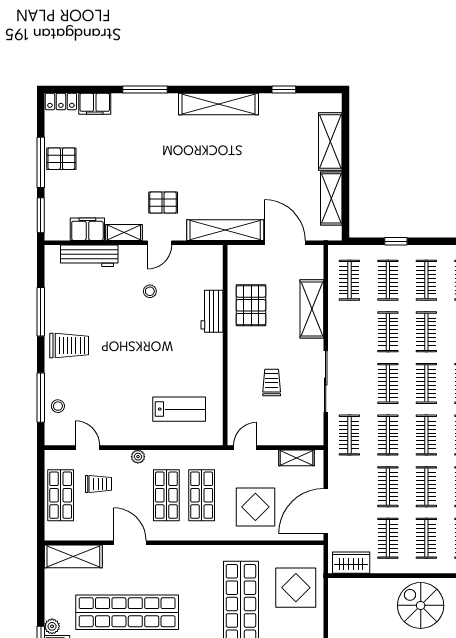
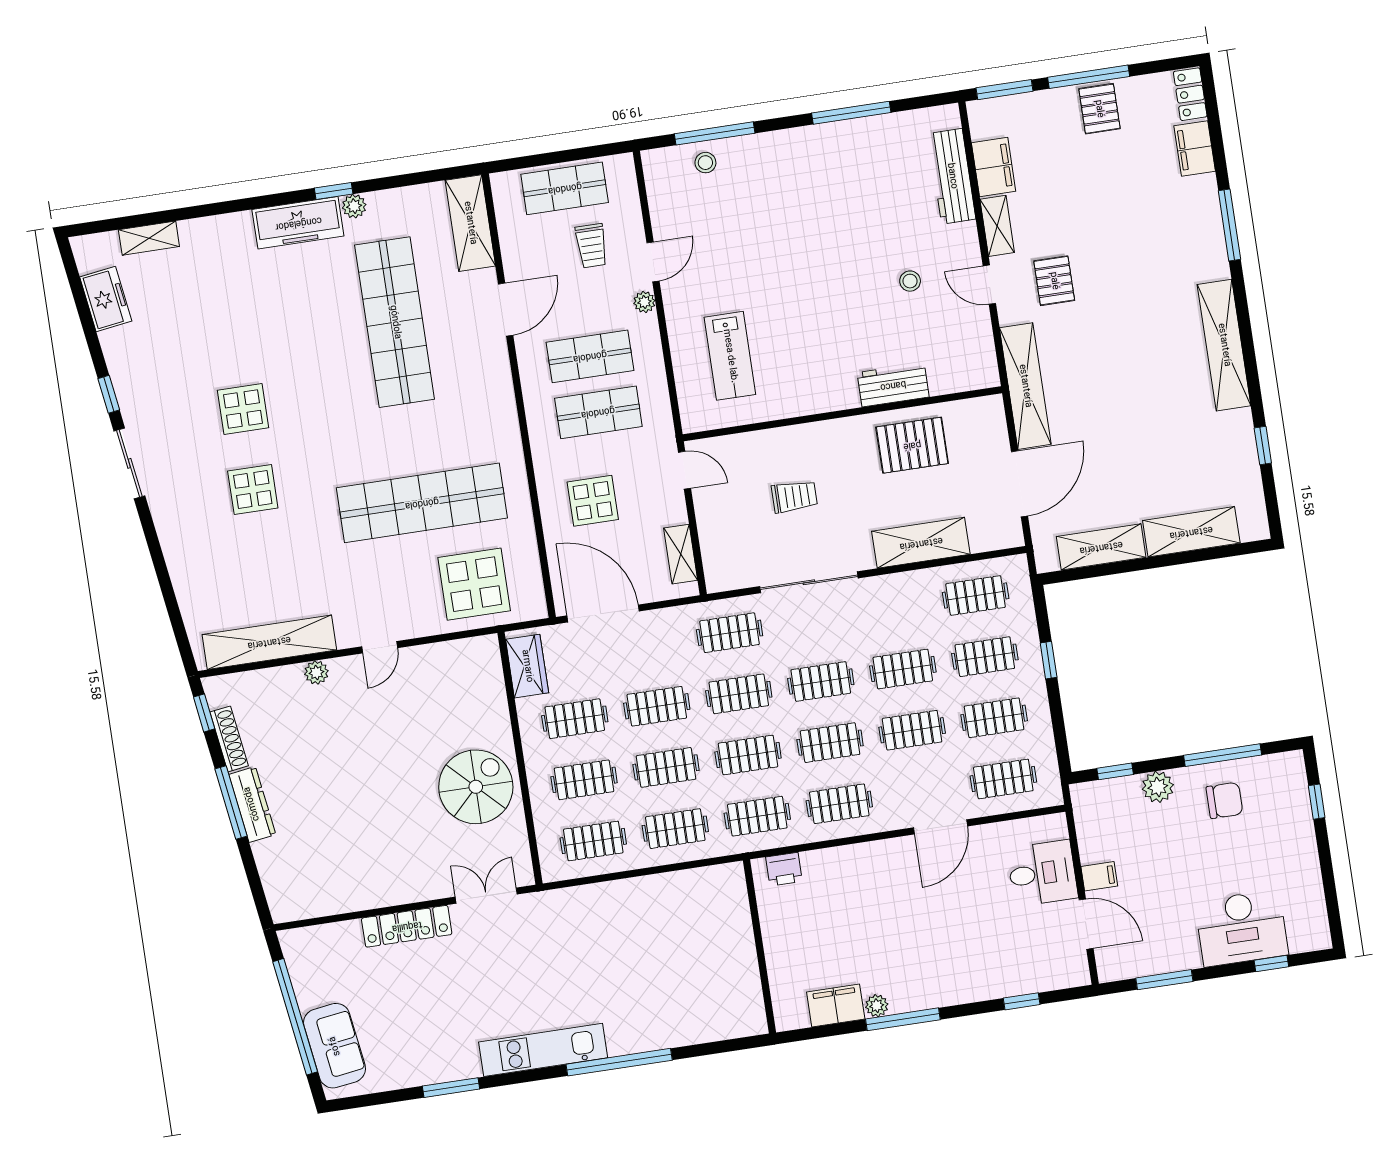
trolley: (69, 346) -> (804, 166), removed
door: (88, 448) -> (653, 262), moved
display table: (255, 507) -> (593, 501), width x0.73, depth x0.73

